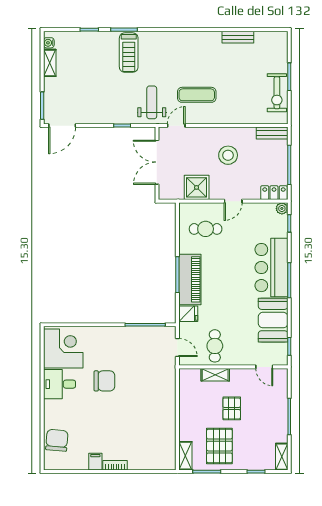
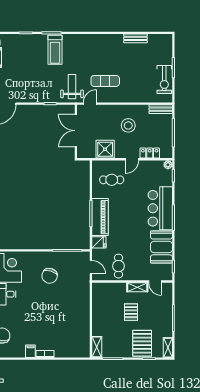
locker: (274, 193) -> (150, 153), moved
shelving: (215, 375) -> (137, 287), moved
chair: (104, 381) -> (50, 276), moved, turned 107
pallet: (219, 446) -> (142, 343), moved

